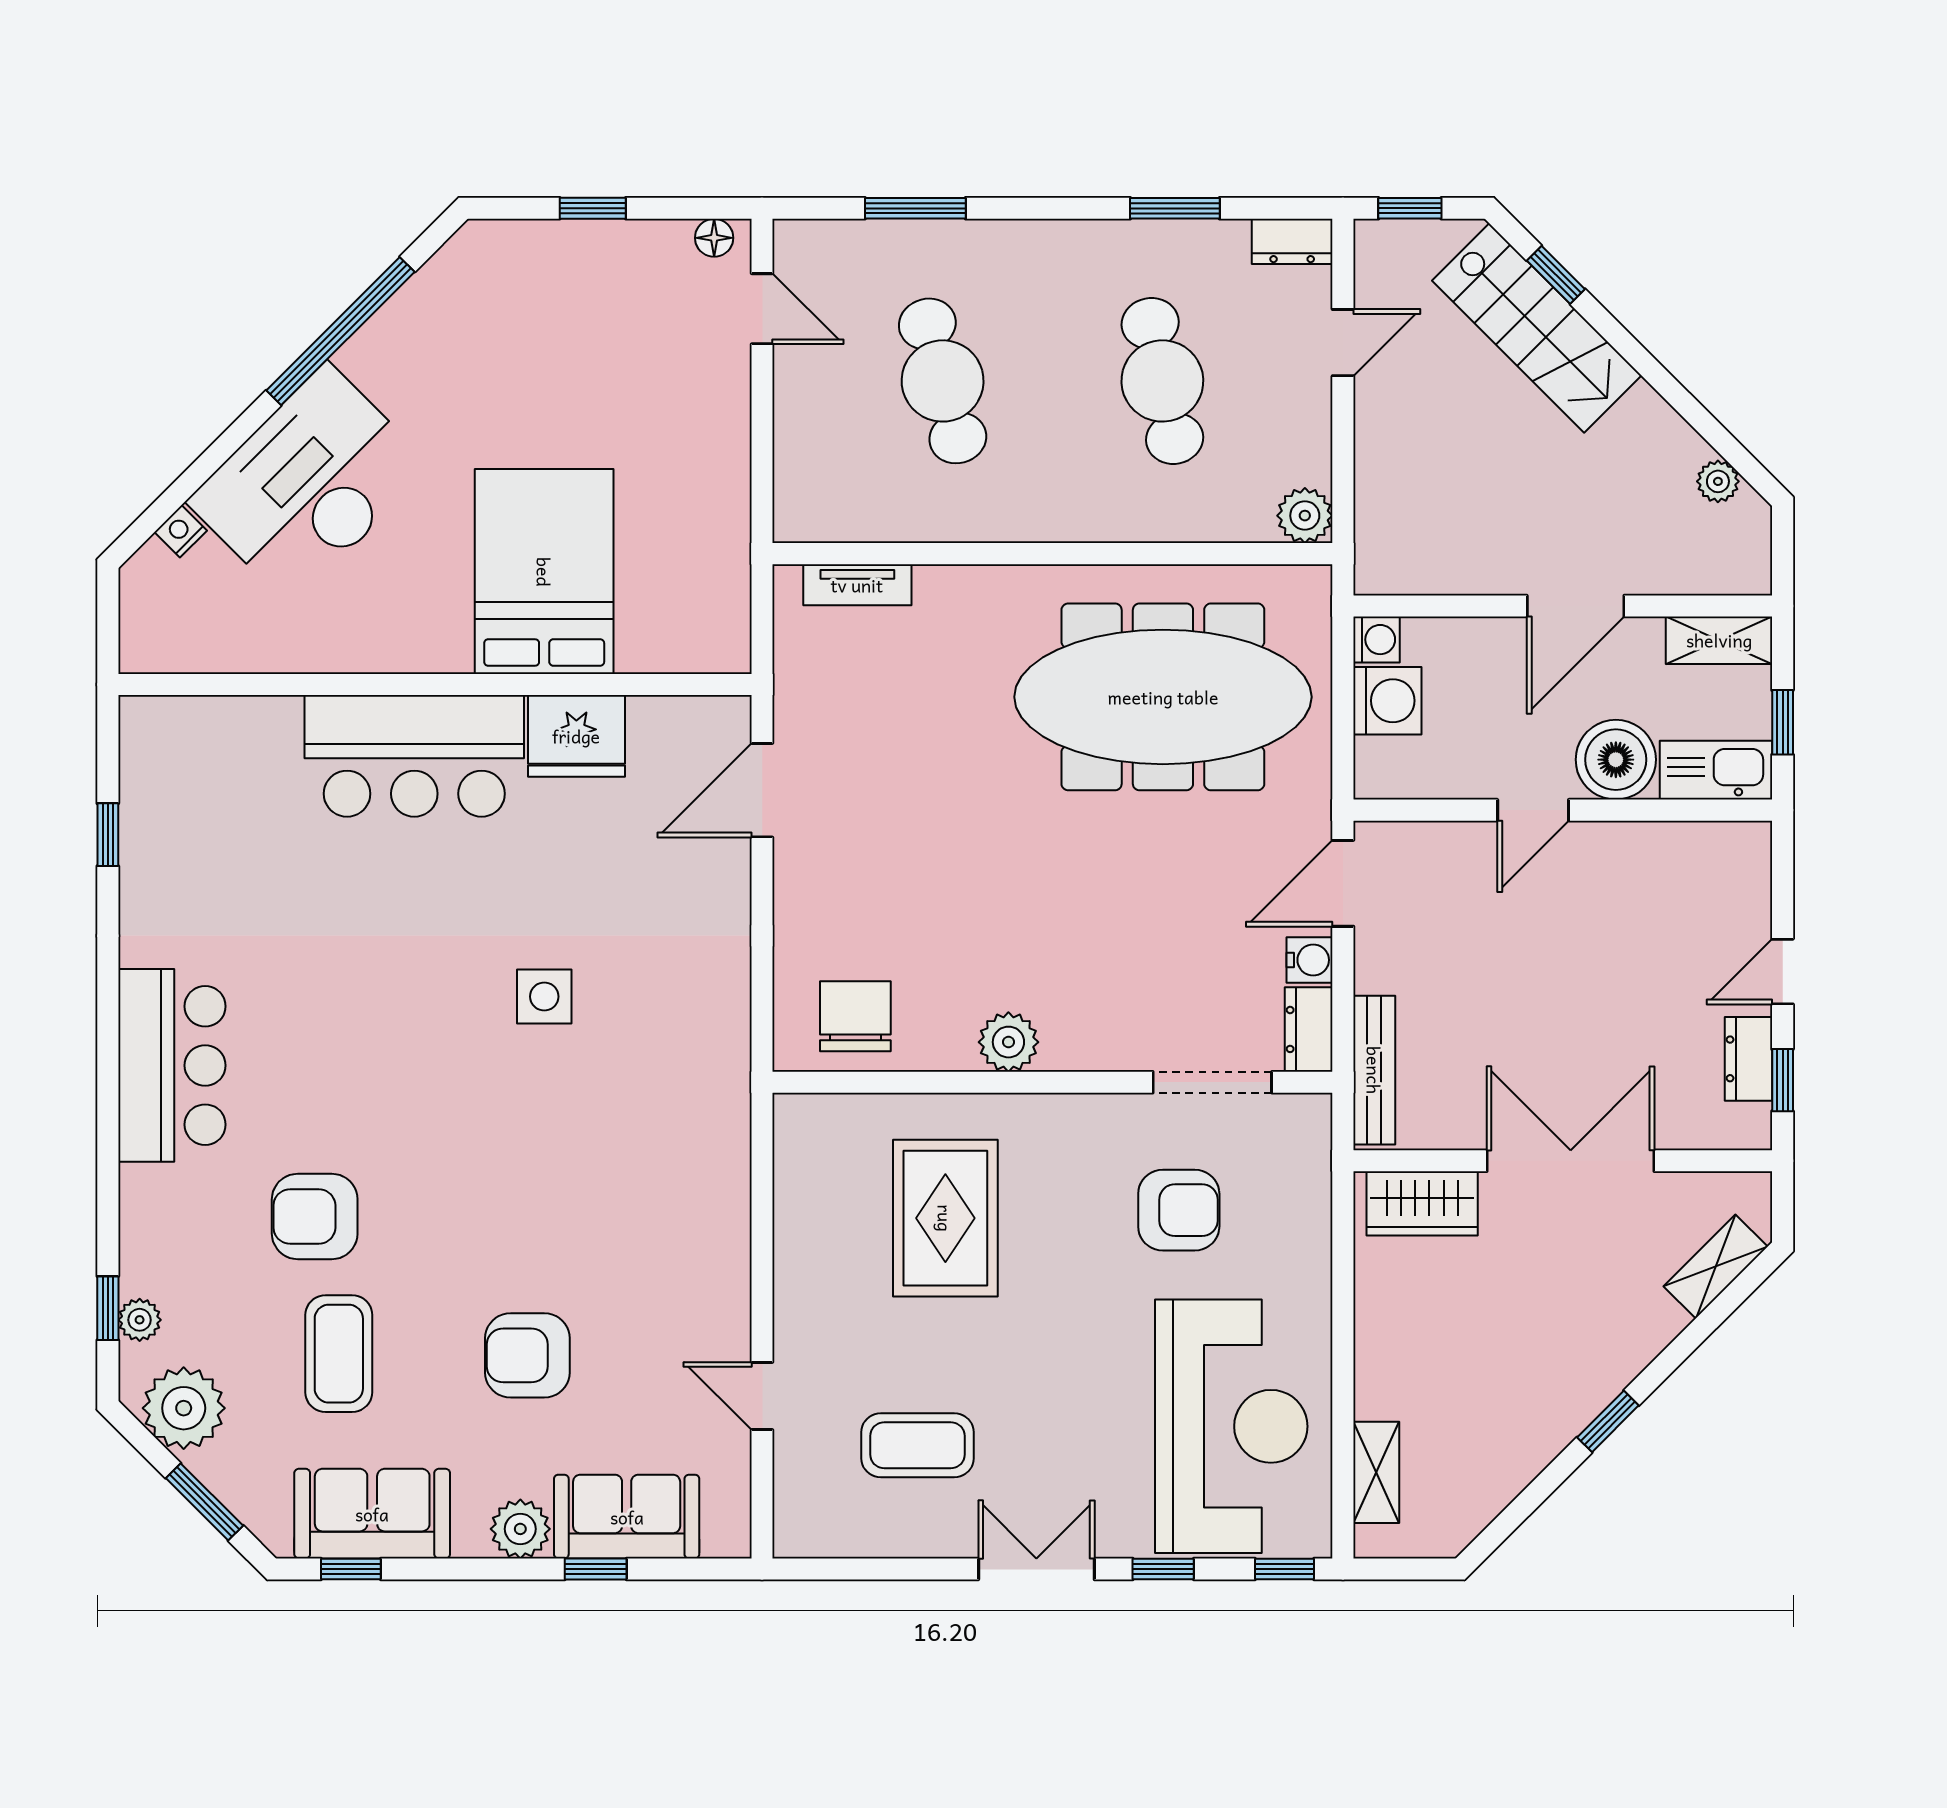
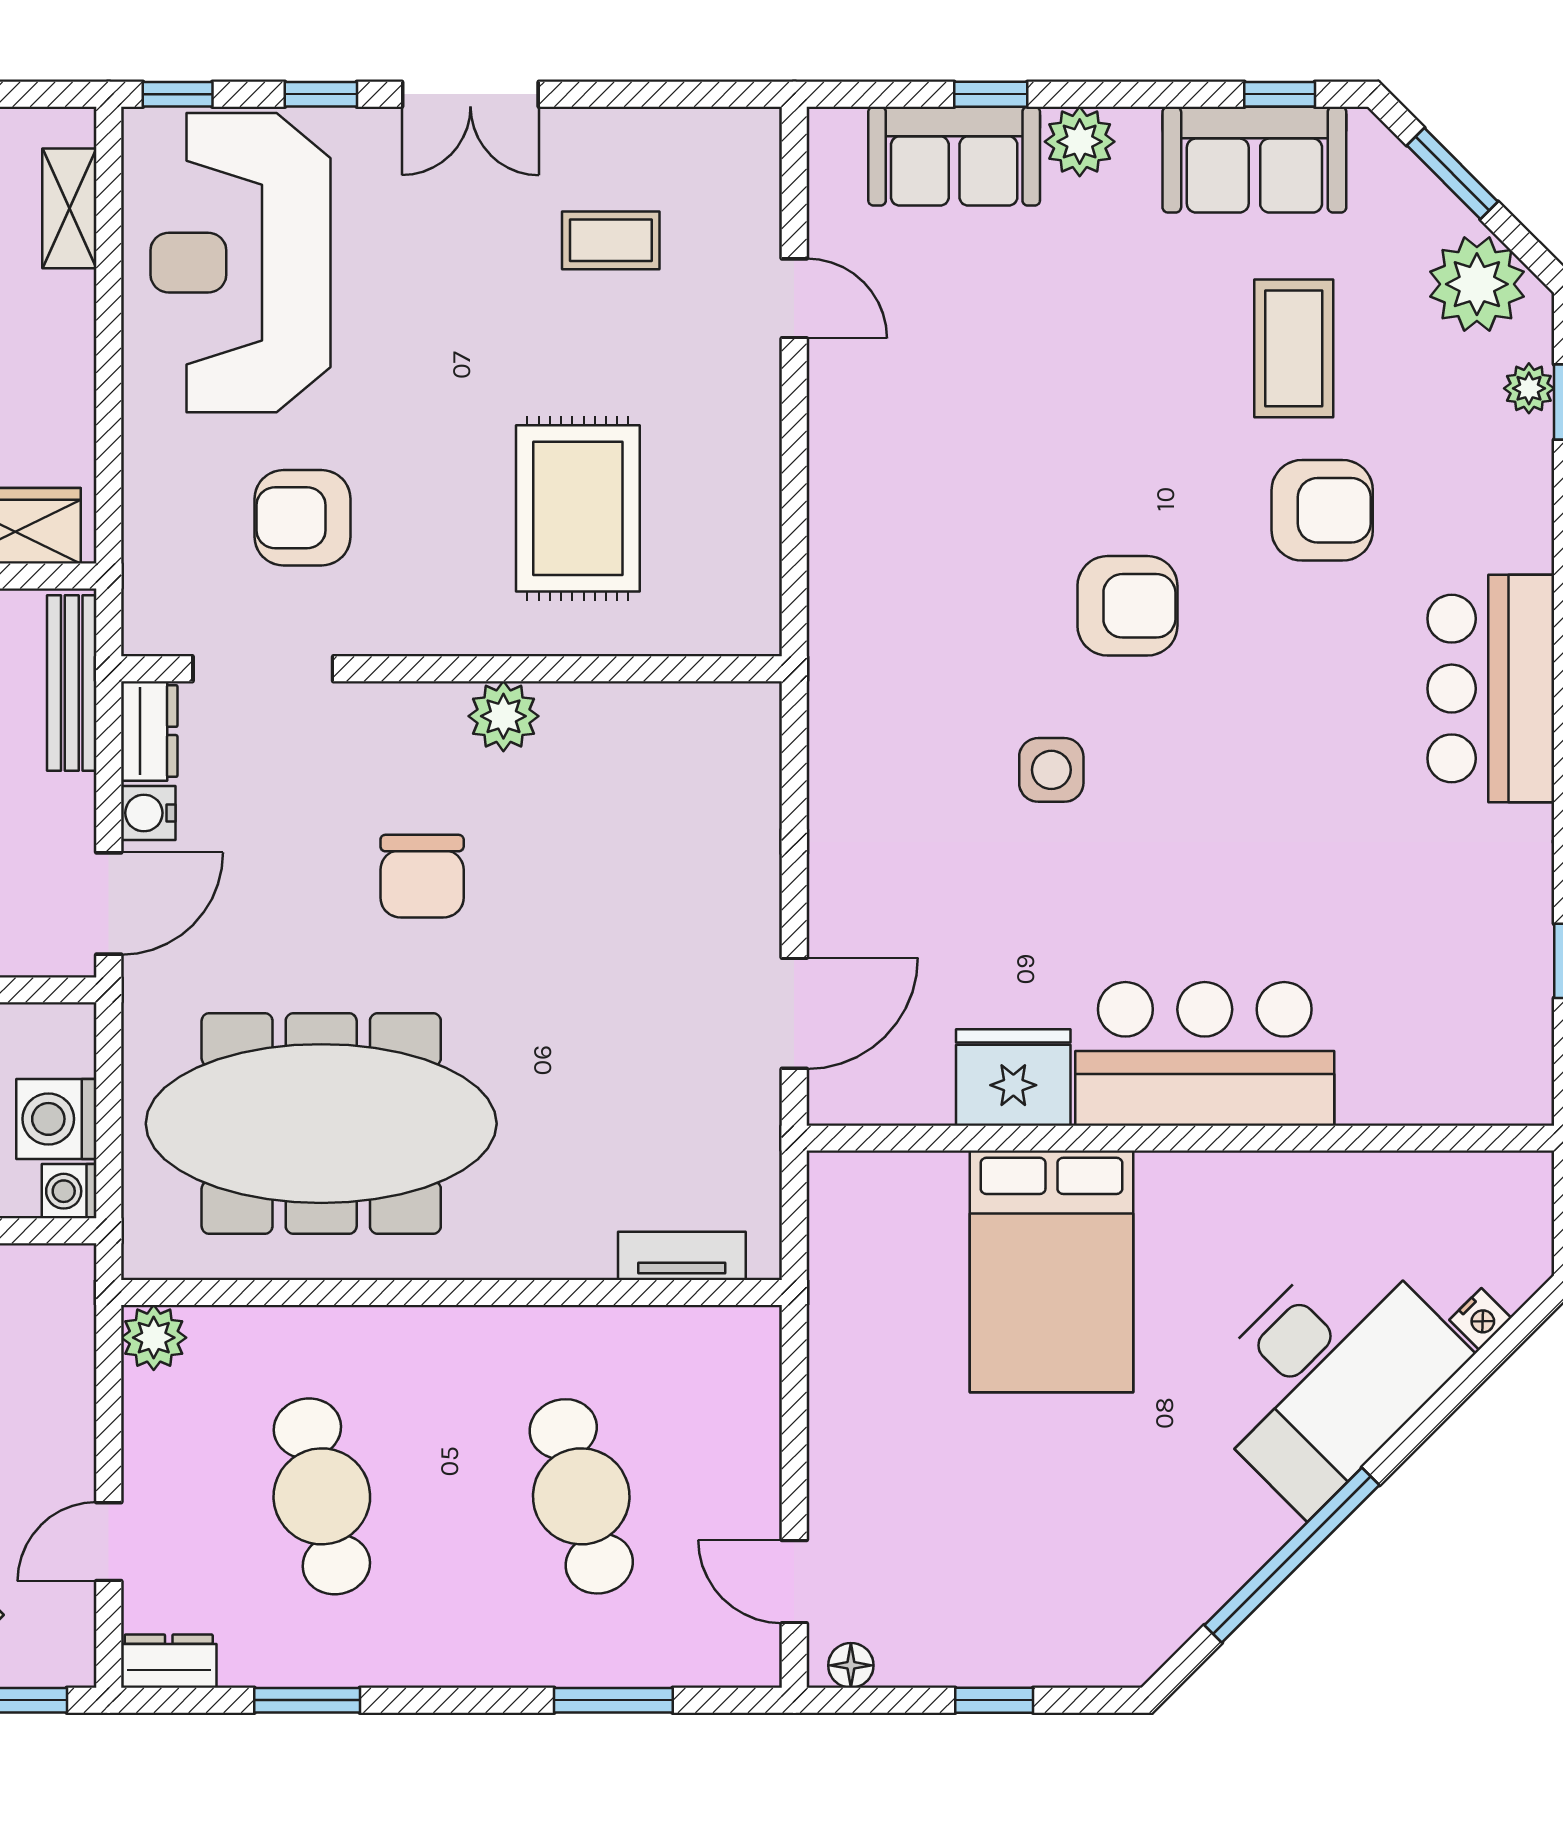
chair: (855, 1016) -> (422, 876), moved
armchair: (527, 1355) -> (1127, 606), moved
coffee table: (918, 1445) -> (611, 240), width x0.73, depth x0.77

